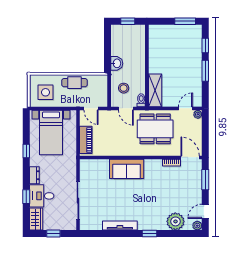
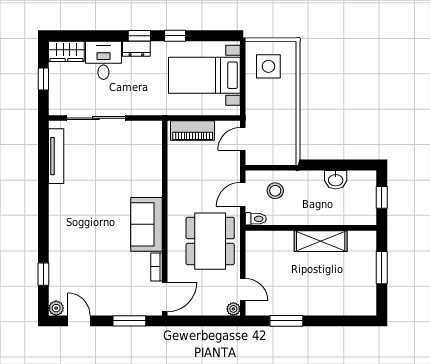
window: (185, 21) -> (382, 268), moved
window: (205, 46) -> (343, 321), removed
washbasin: (117, 63) -> (336, 180), moved
window: (205, 71) -> (286, 321), moved
cafe table: (74, 83) -> (284, 113), removed
shelving: (155, 90) -> (321, 241), moved
sofa: (127, 169) -> (146, 224), moved
window: (26, 197) -> (139, 36), moved
plant: (175, 221) -> (63, 273), removed
tv unit: (120, 226) -> (56, 156), moved
window: (149, 234) -> (43, 274), moved

